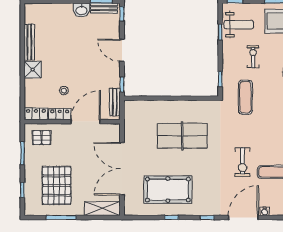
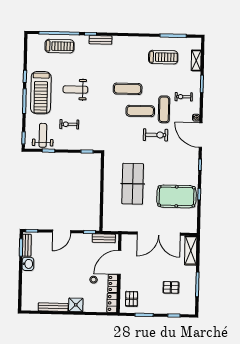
exercise mat: (245, 97) -> (140, 111), moved
door: (86, 122) -> (119, 262), hinge flipped
pallet: (57, 185) -> (171, 287), width x0.49, depth x0.50
pool table: (168, 190) -> (176, 196), turned 90

